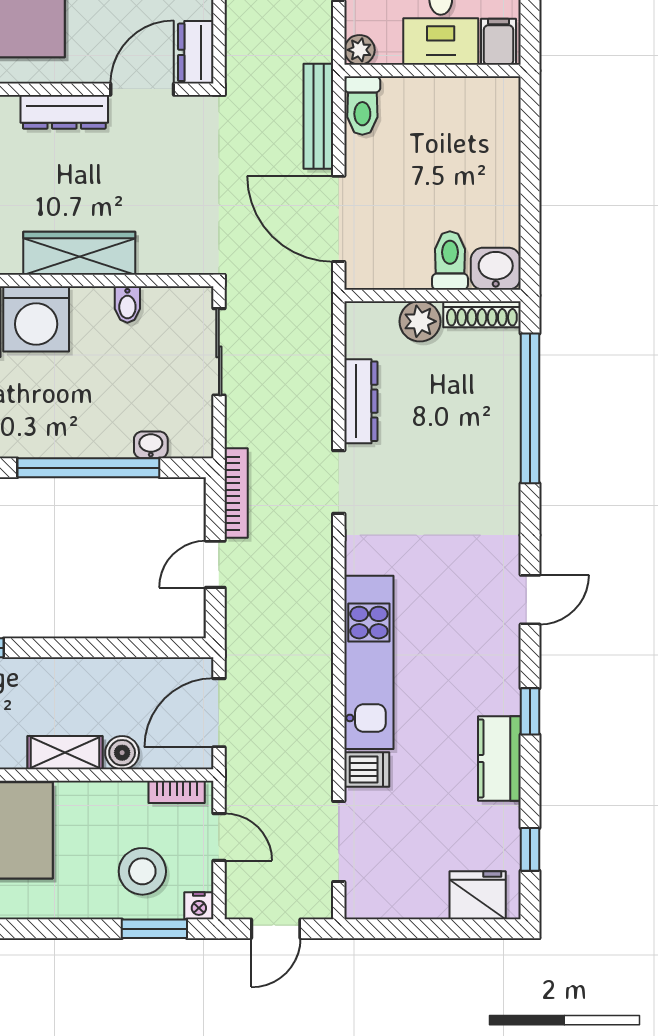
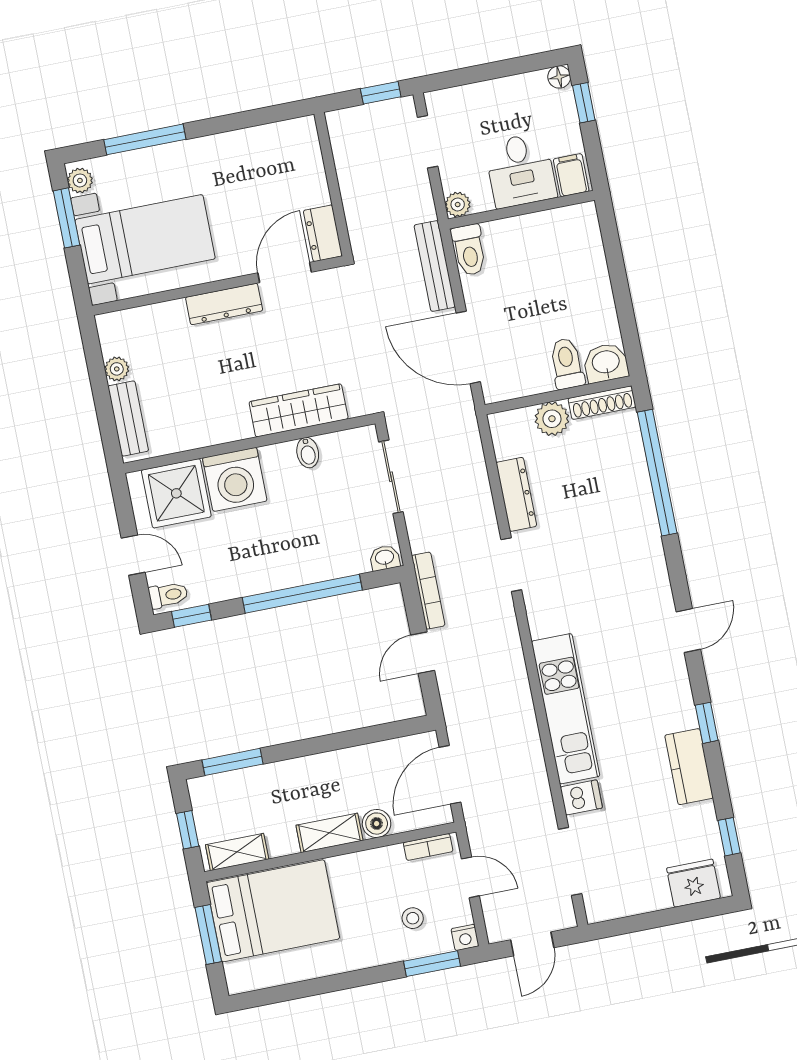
wardrobe: (79, 253) -> (299, 410), moved
washbasin: (151, 445) -> (385, 558), moved
stool: (142, 871) -> (413, 918), width x0.53, depth x0.53

